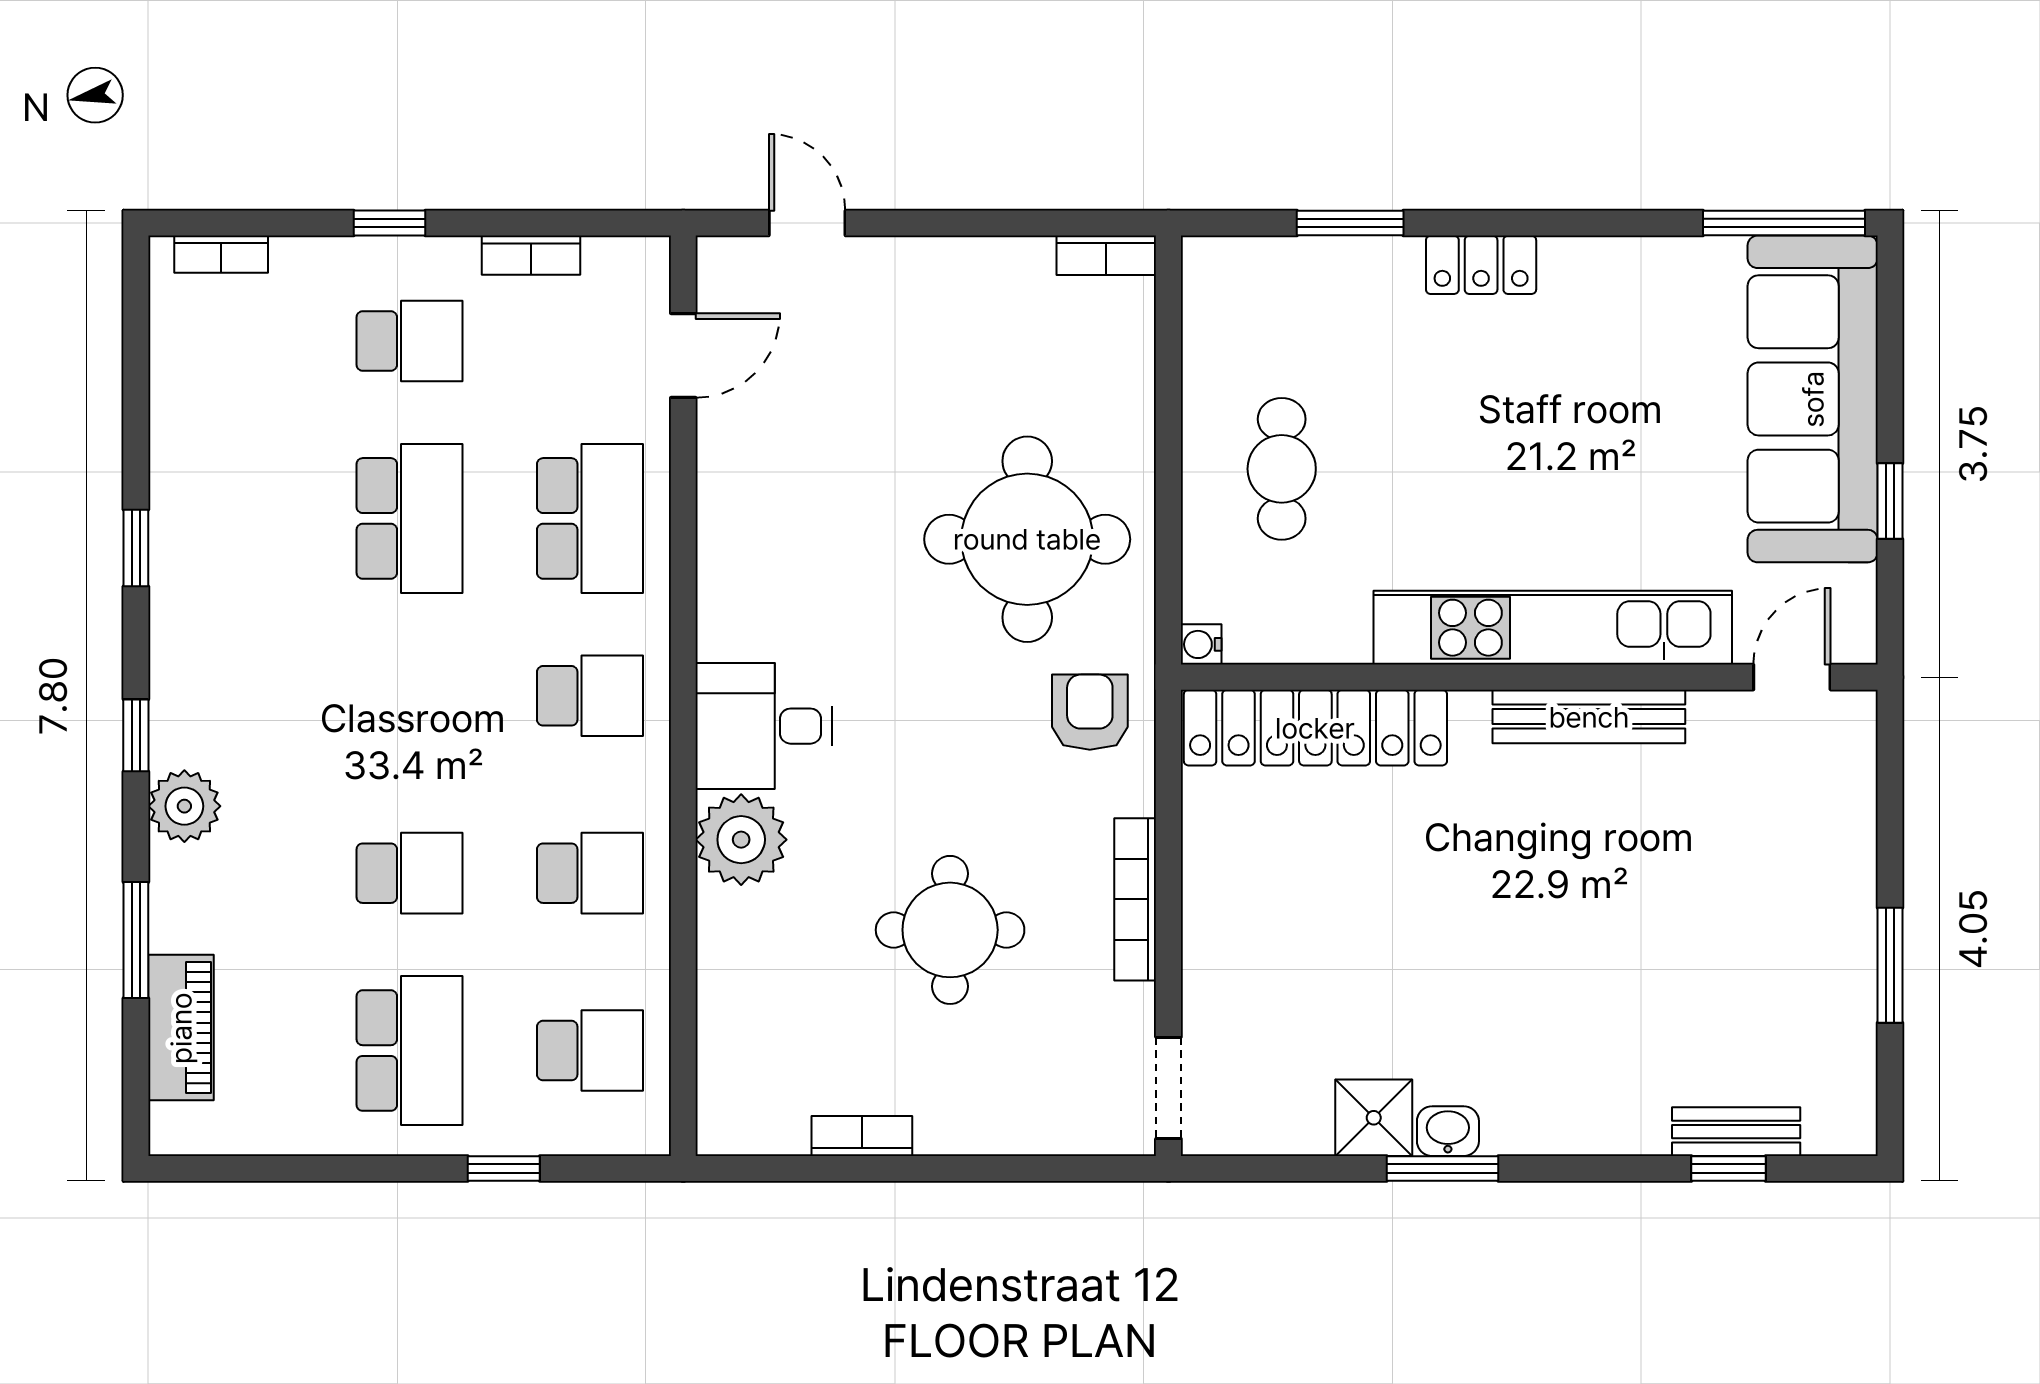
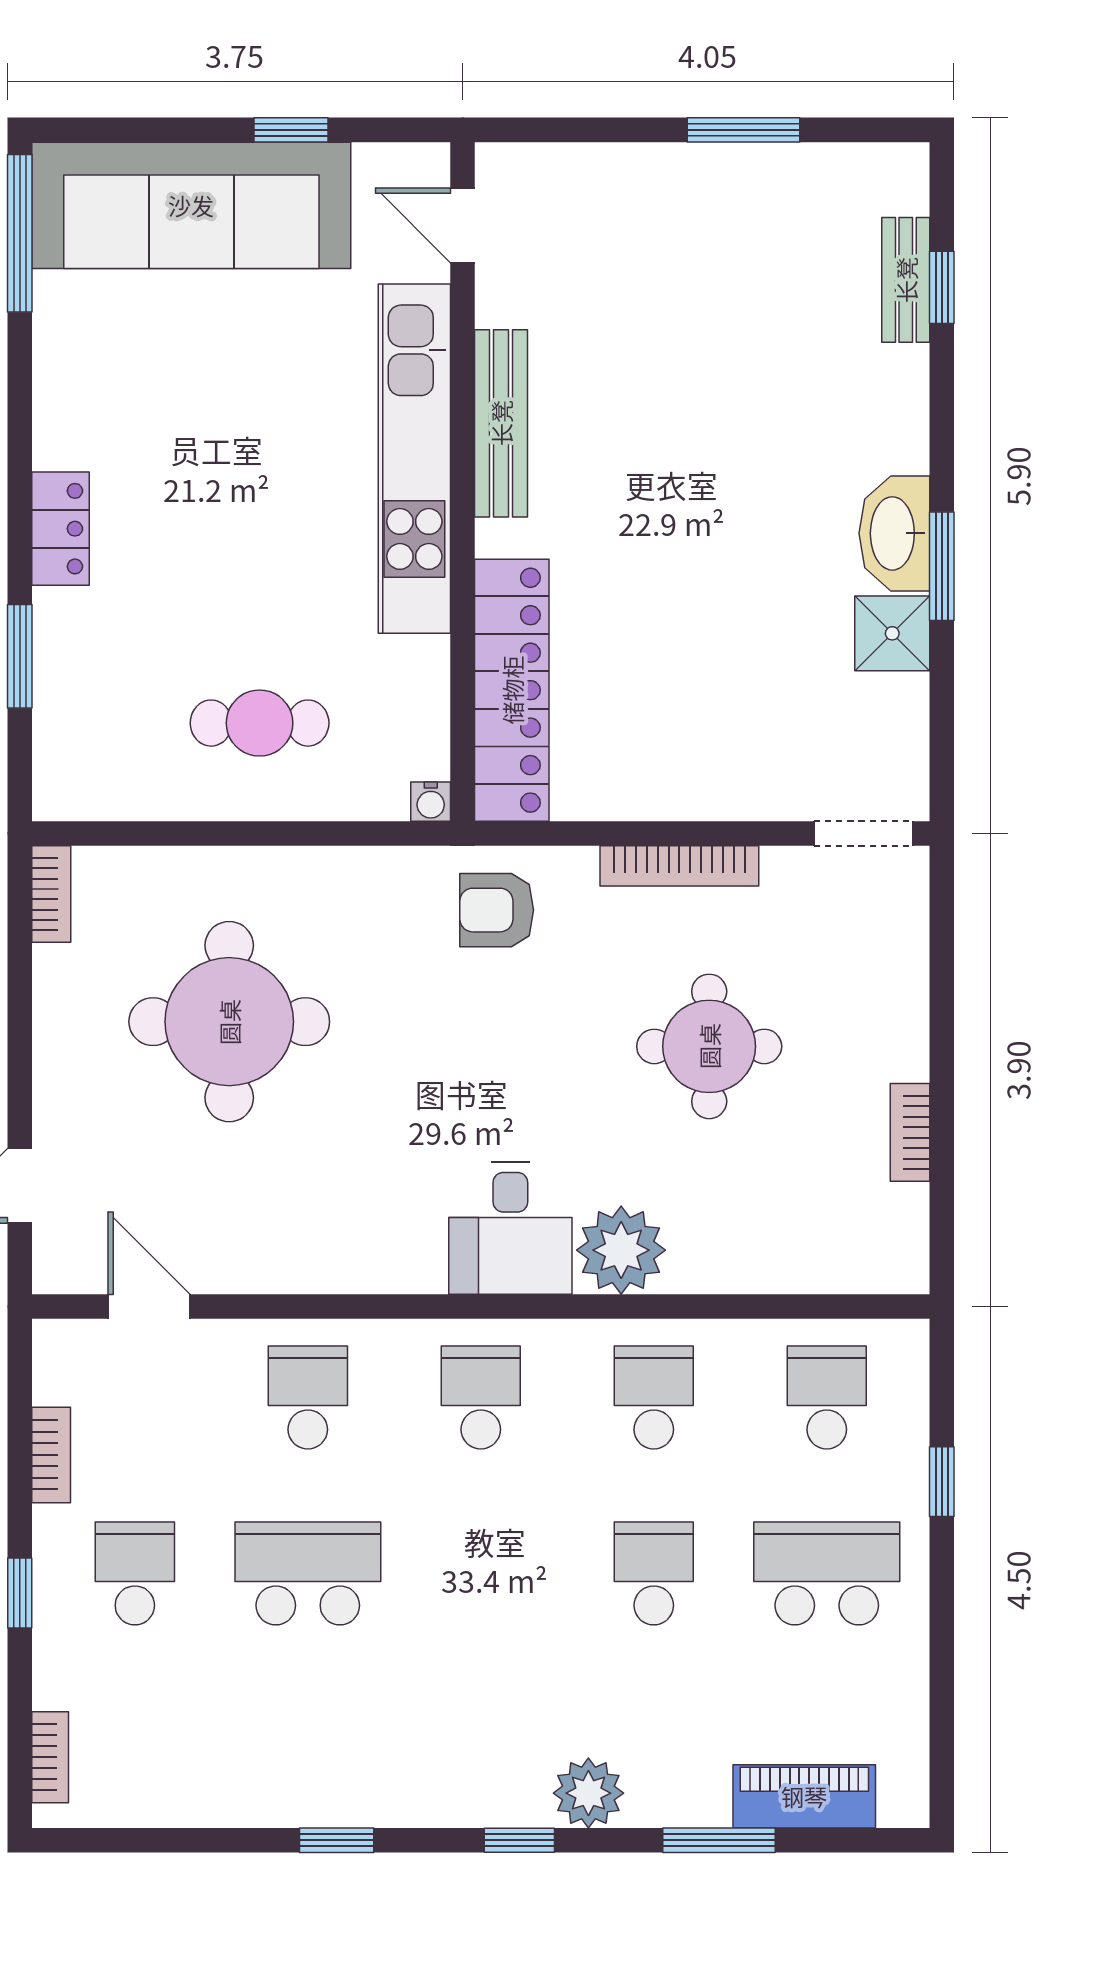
school desk: (590, 518) -> (308, 1397), width x0.54
round table: (1027, 539) -> (229, 1022), moved
washbasin: (1448, 1131) -> (894, 533), width x1.91, depth x1.45

